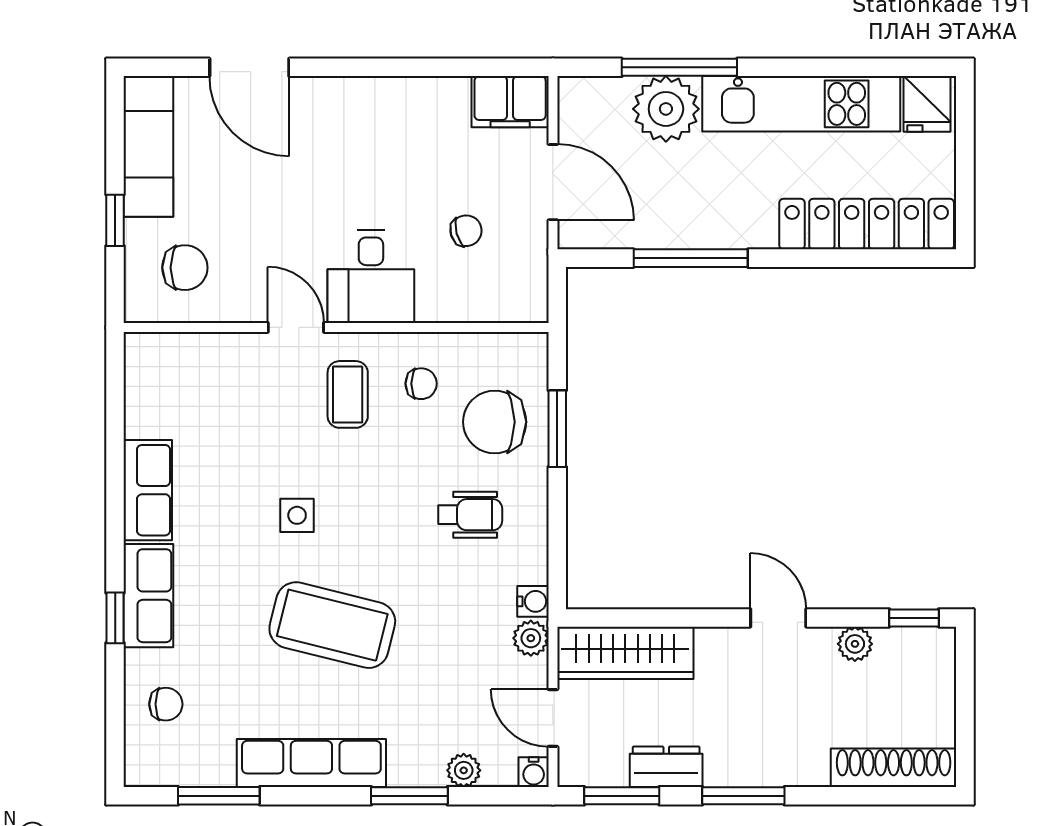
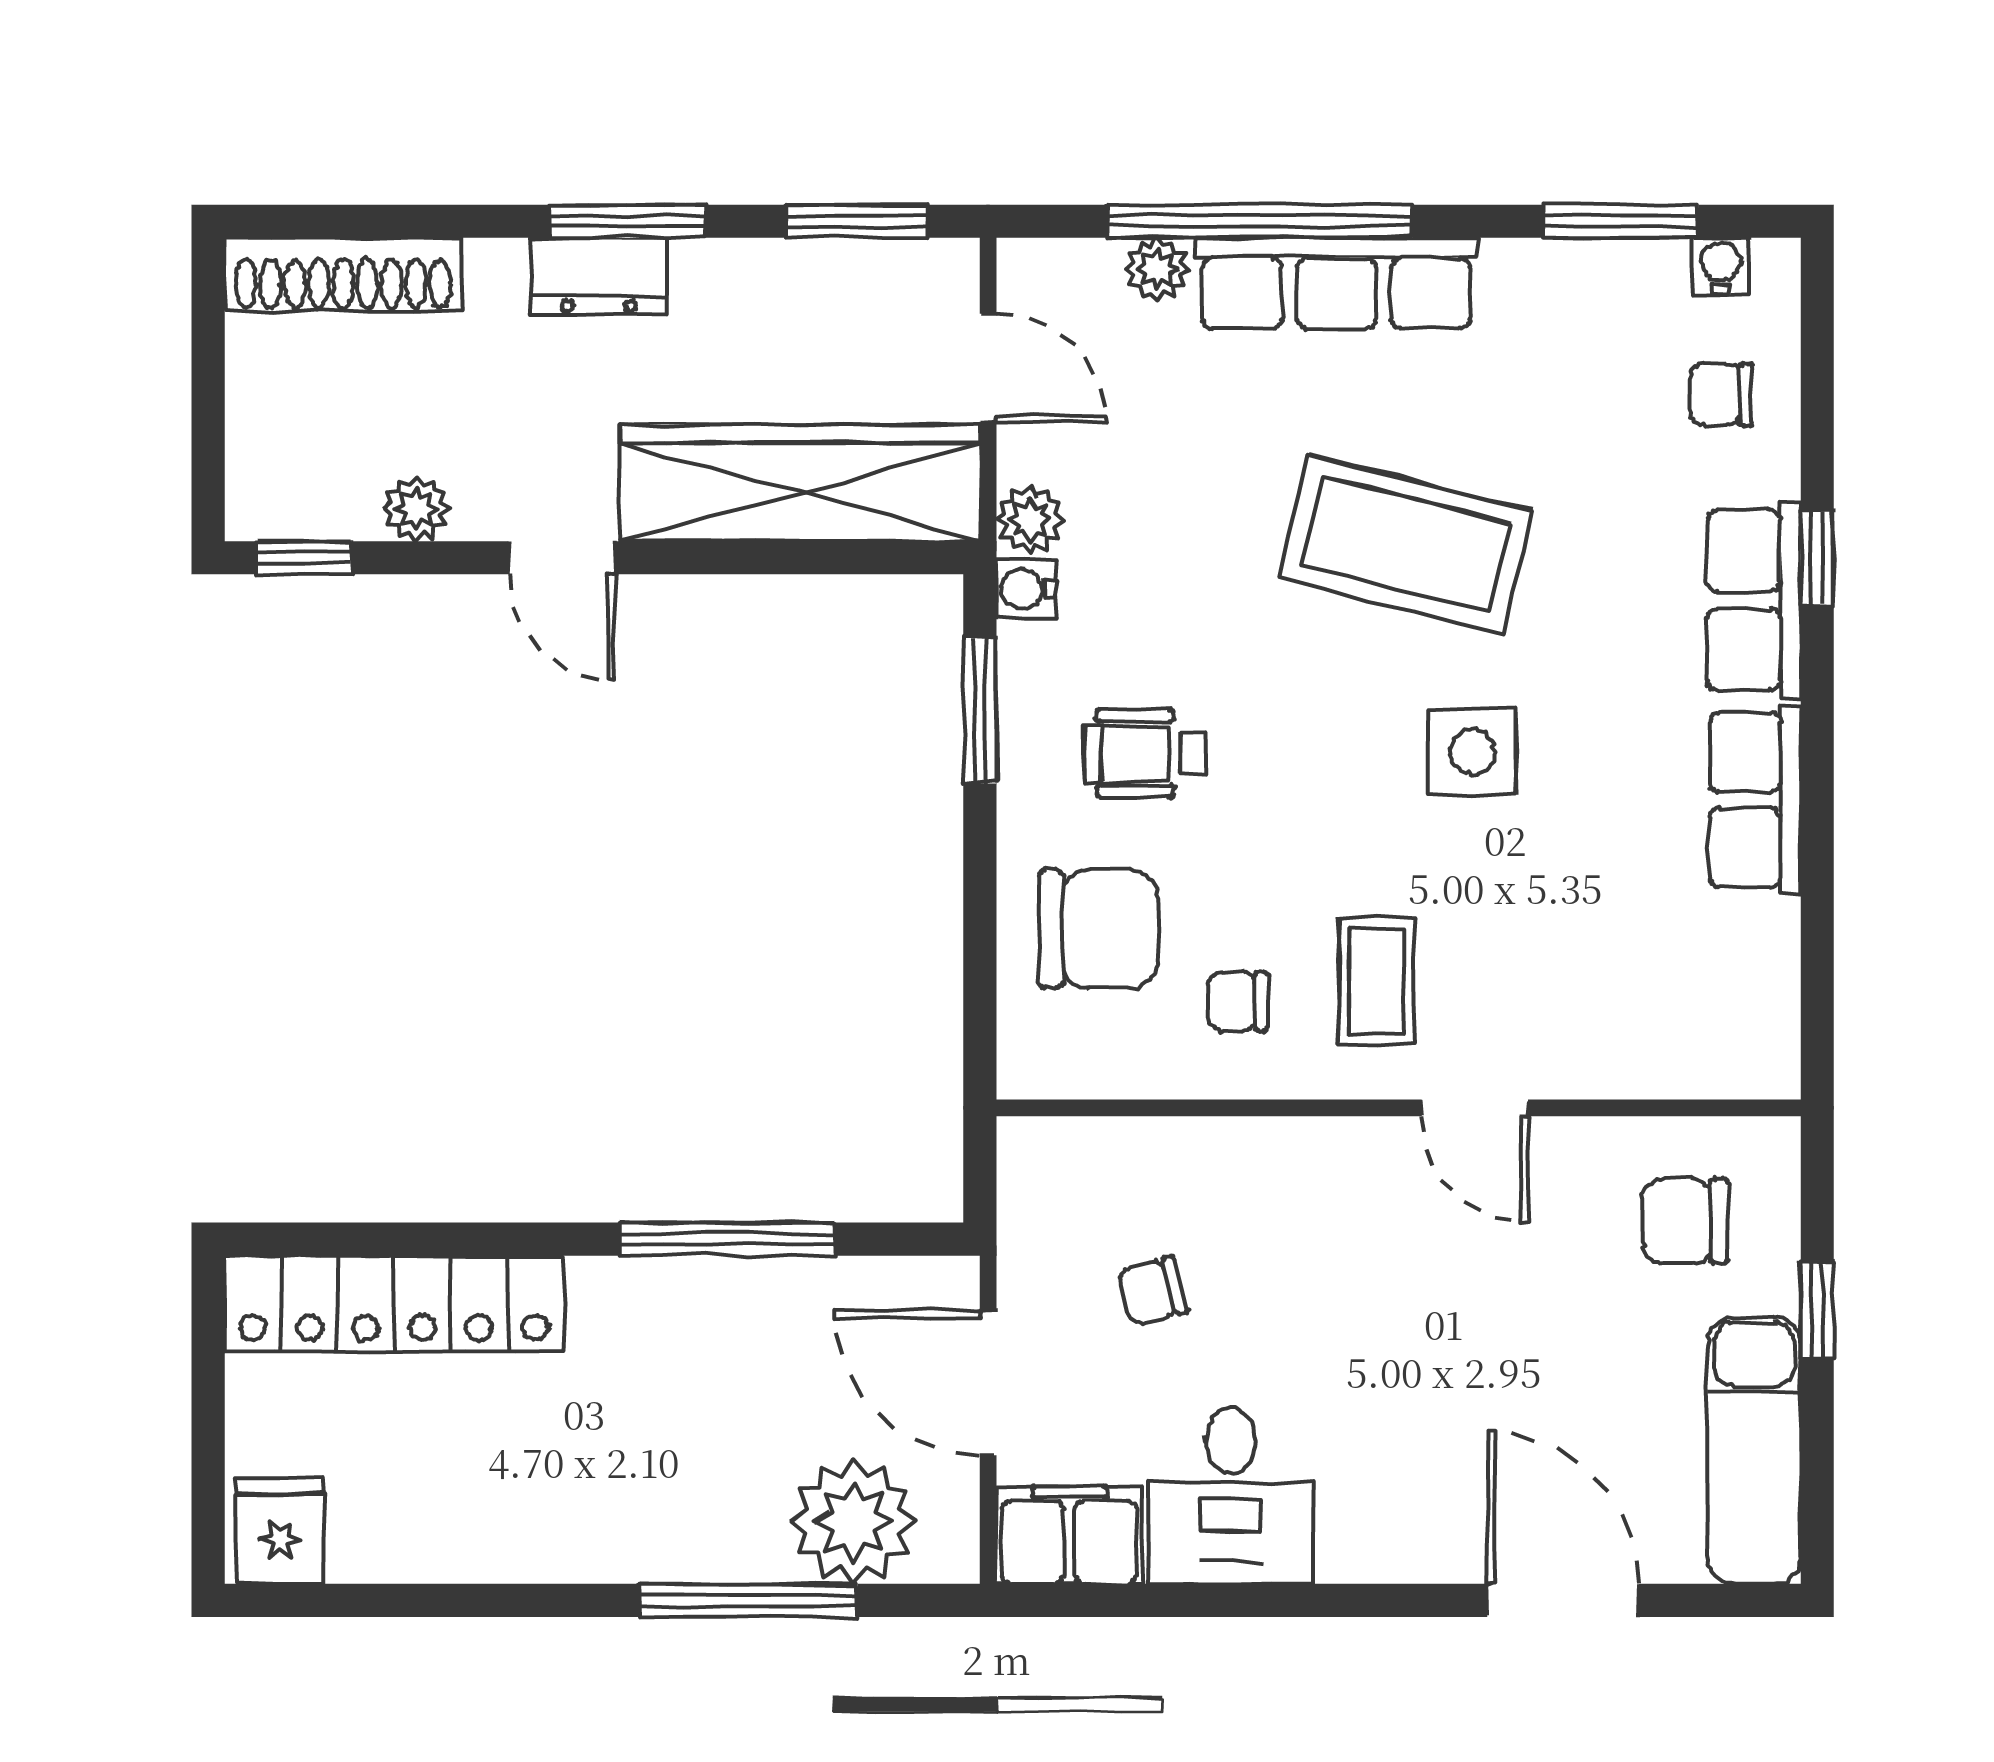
kitchen unit: (801, 104) -> (518, 1531), removed
plant: (666, 109) -> (853, 1522), moved
desk: (371, 276) -> (1231, 1496), moved, turned 180
window: (557, 429) -> (980, 711), moved
side table: (297, 515) -> (1473, 752), width x1.37, depth x1.37
wardrobe: (625, 653) -> (800, 483), width x1.40, depth x1.17
row of seats: (311, 763) -> (1336, 283), moved
dresser: (666, 767) -> (599, 276), moved
water cooler: (534, 772) -> (1721, 266), moved
window: (409, 796) -> (1260, 221), width x2.11

